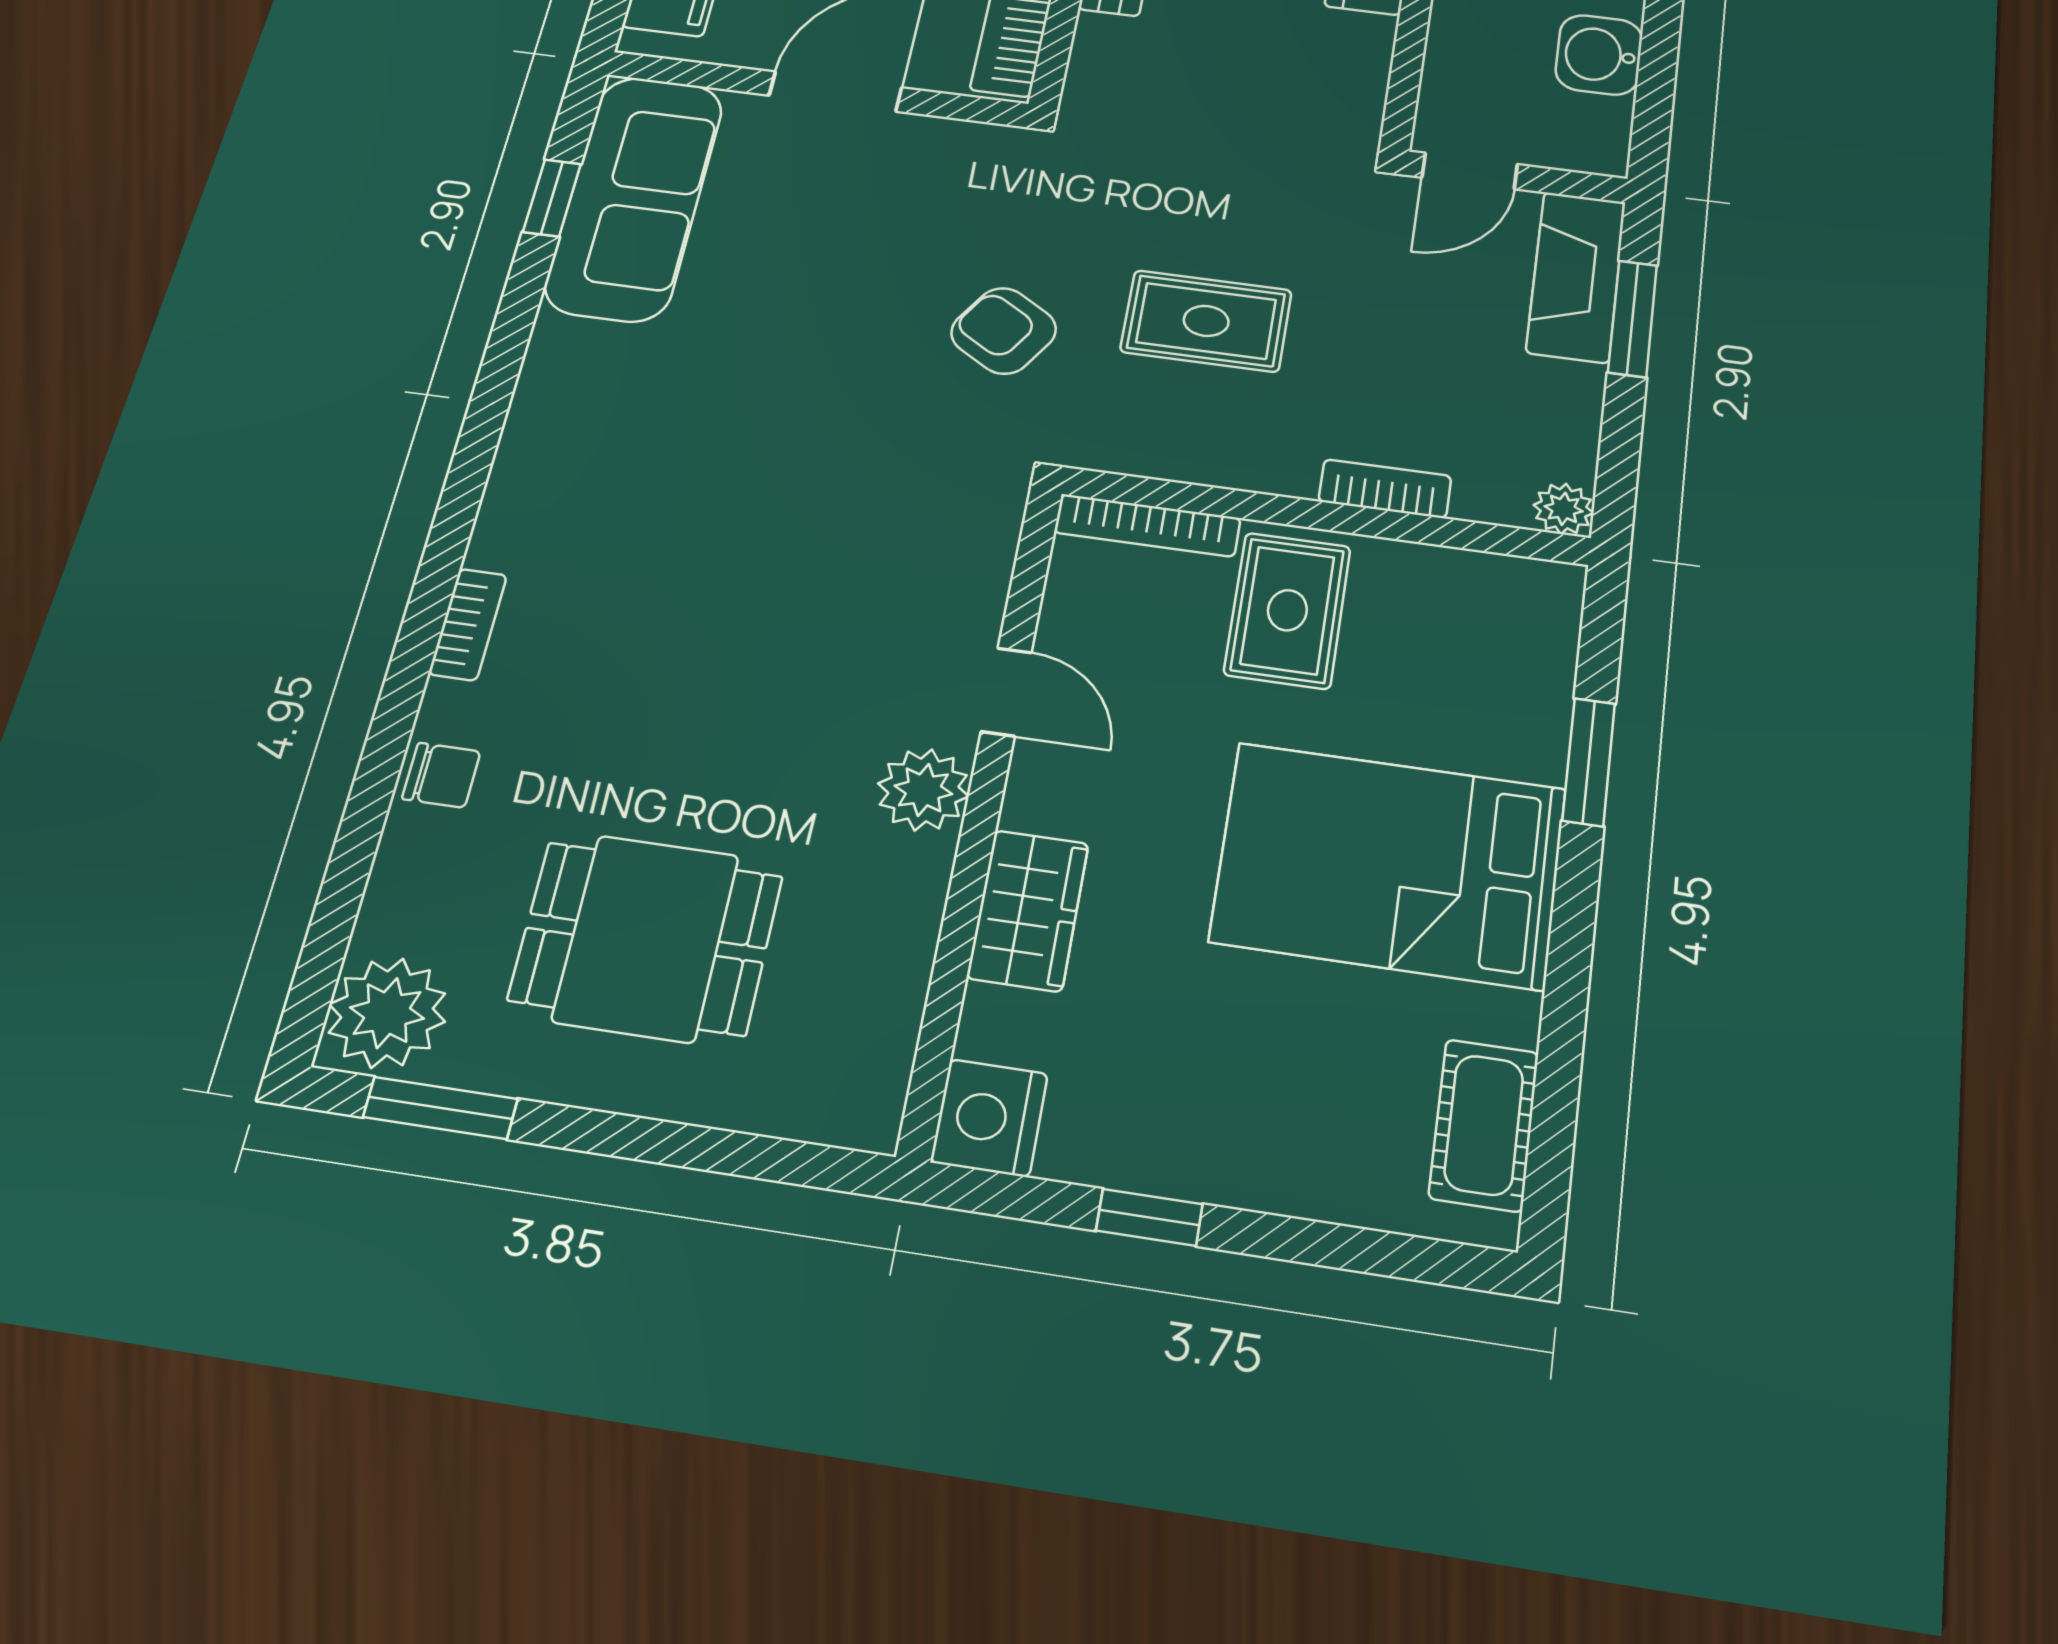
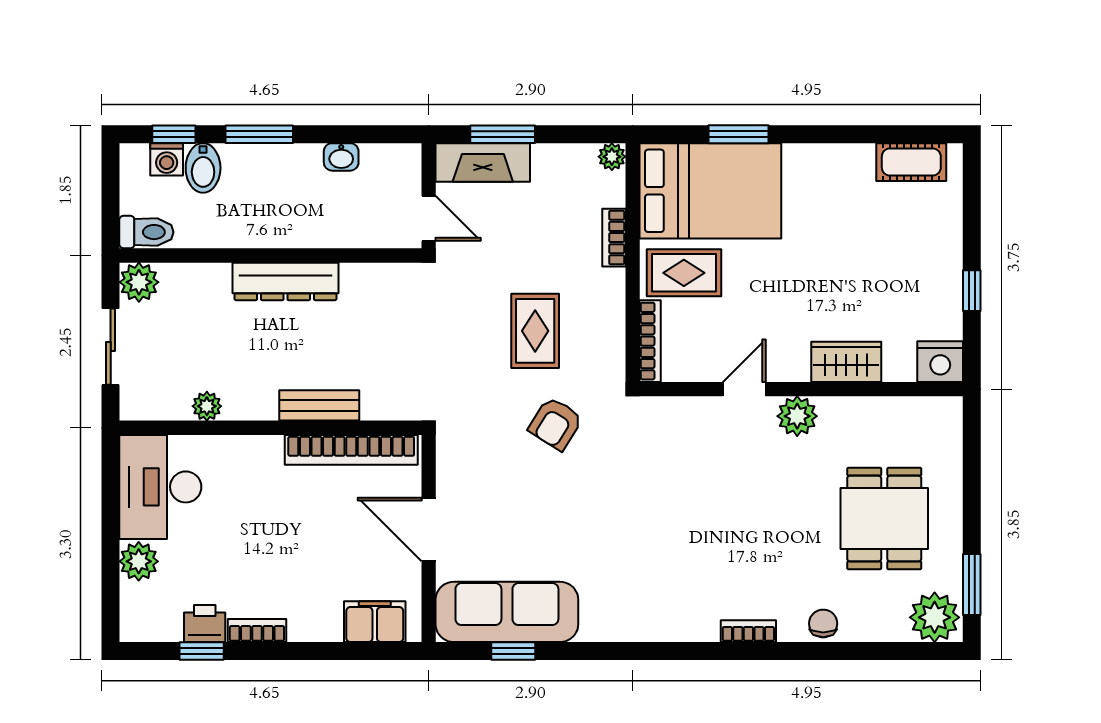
washbasin: (1599, 55) -> (341, 157), width x0.72, depth x0.69
bed: (1389, 865) -> (710, 191), moved, turned -90

